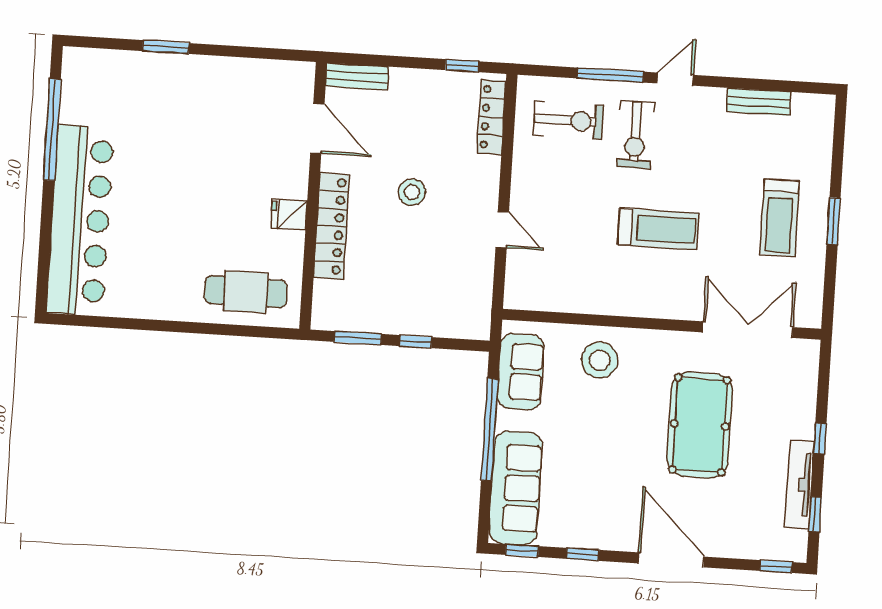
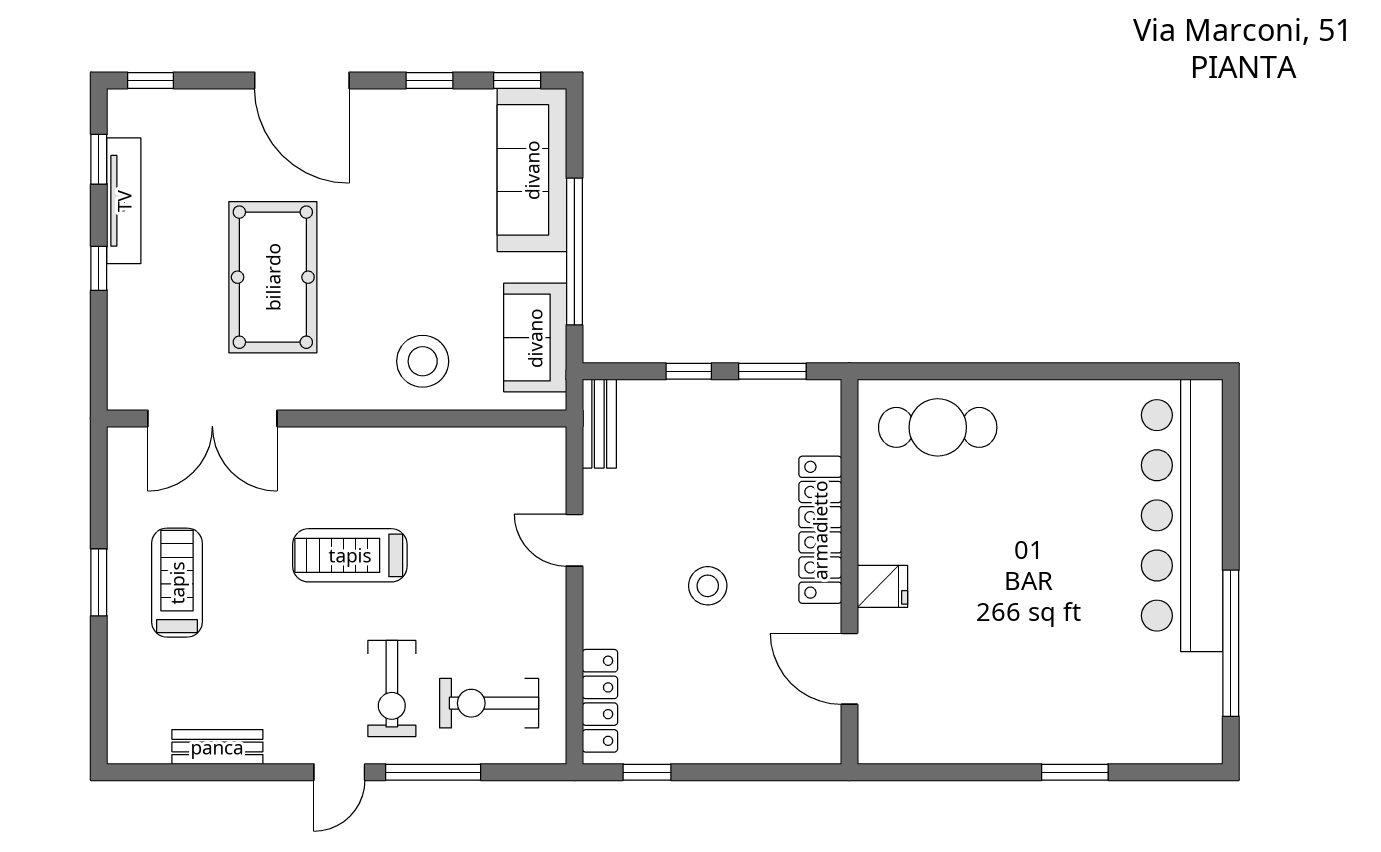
bench: (357, 76) -> (599, 424), moved, turned 90
exercise bike: (635, 135) -> (392, 689), turned 180
fridge: (289, 215) -> (882, 586), moved

